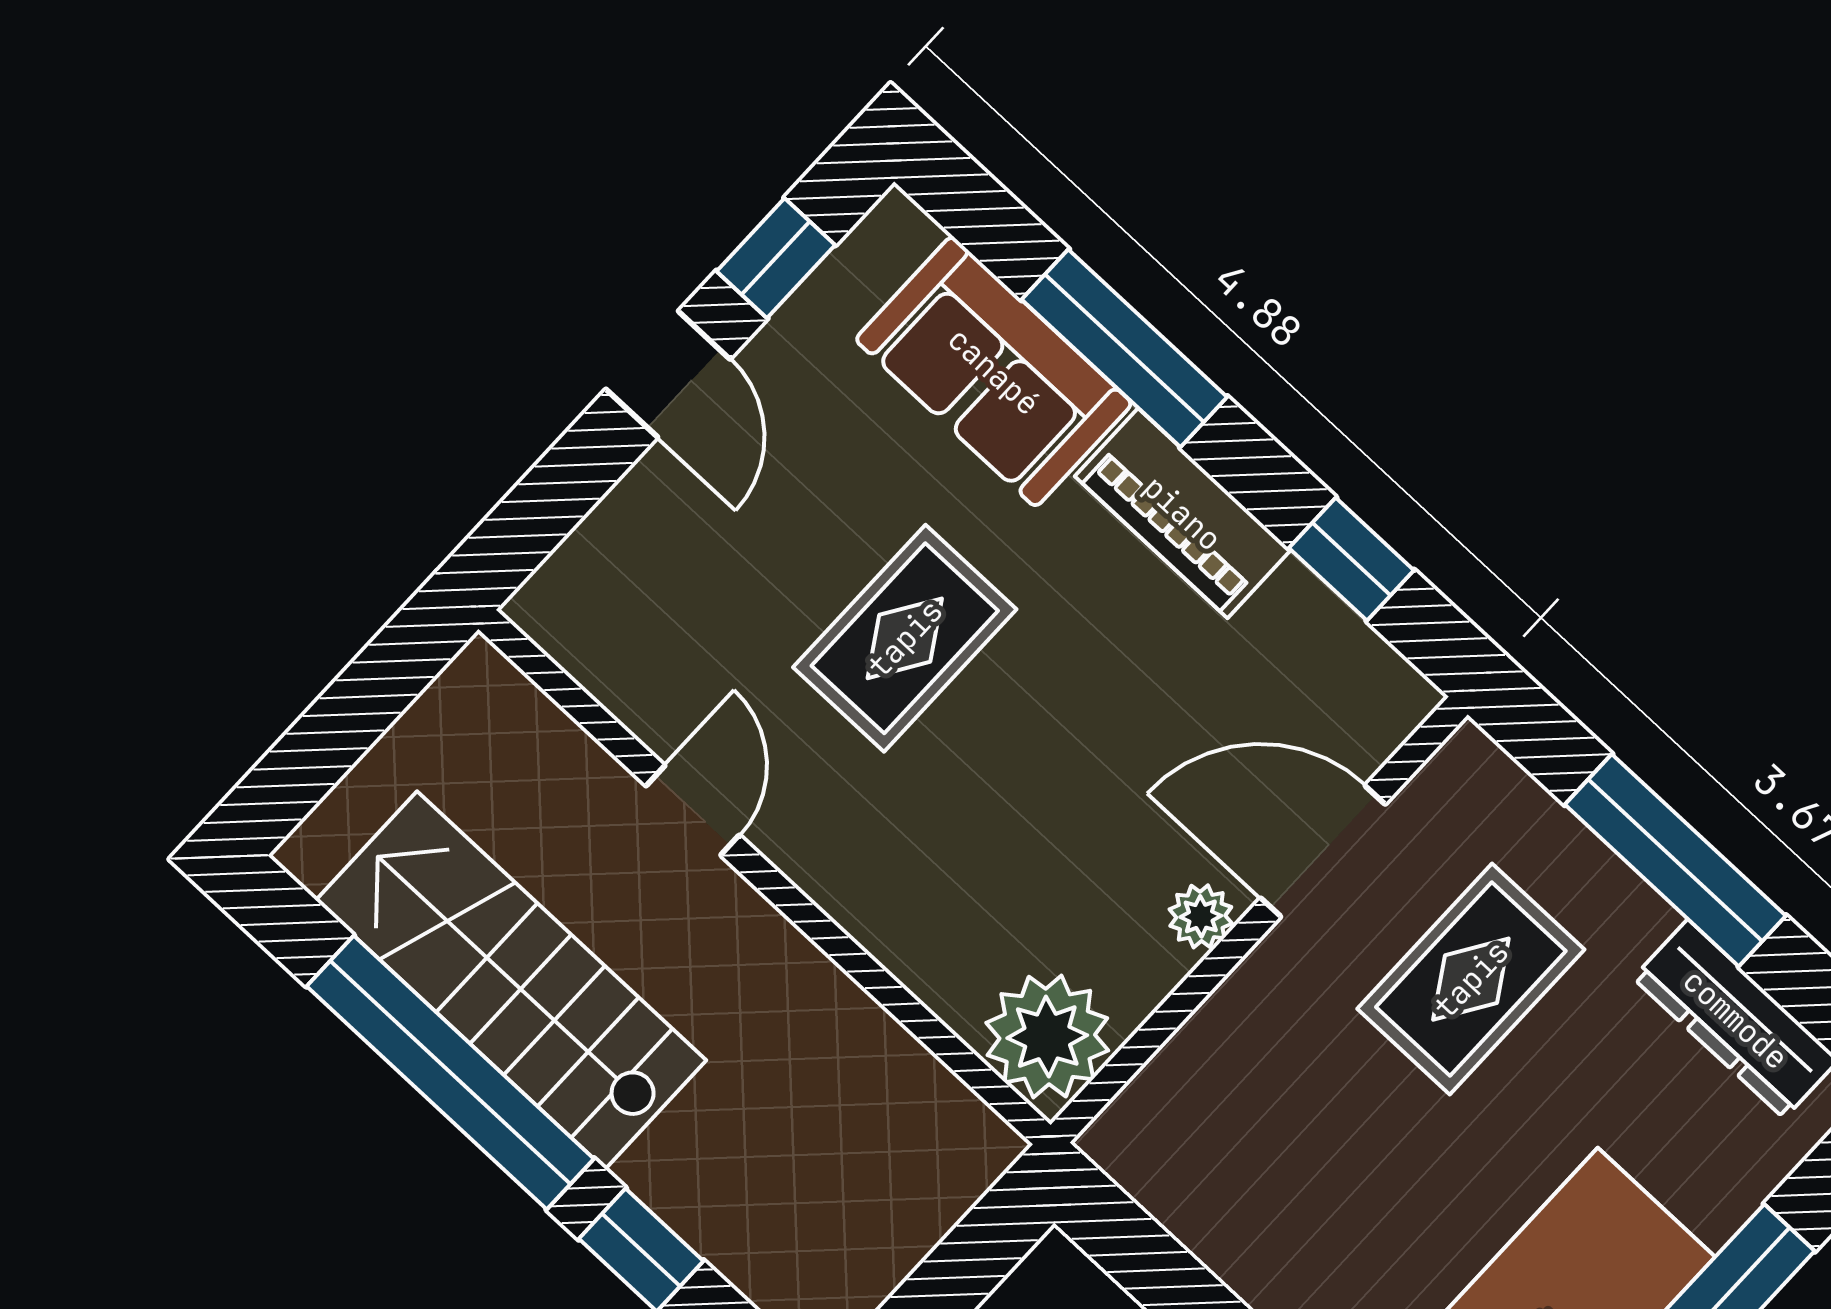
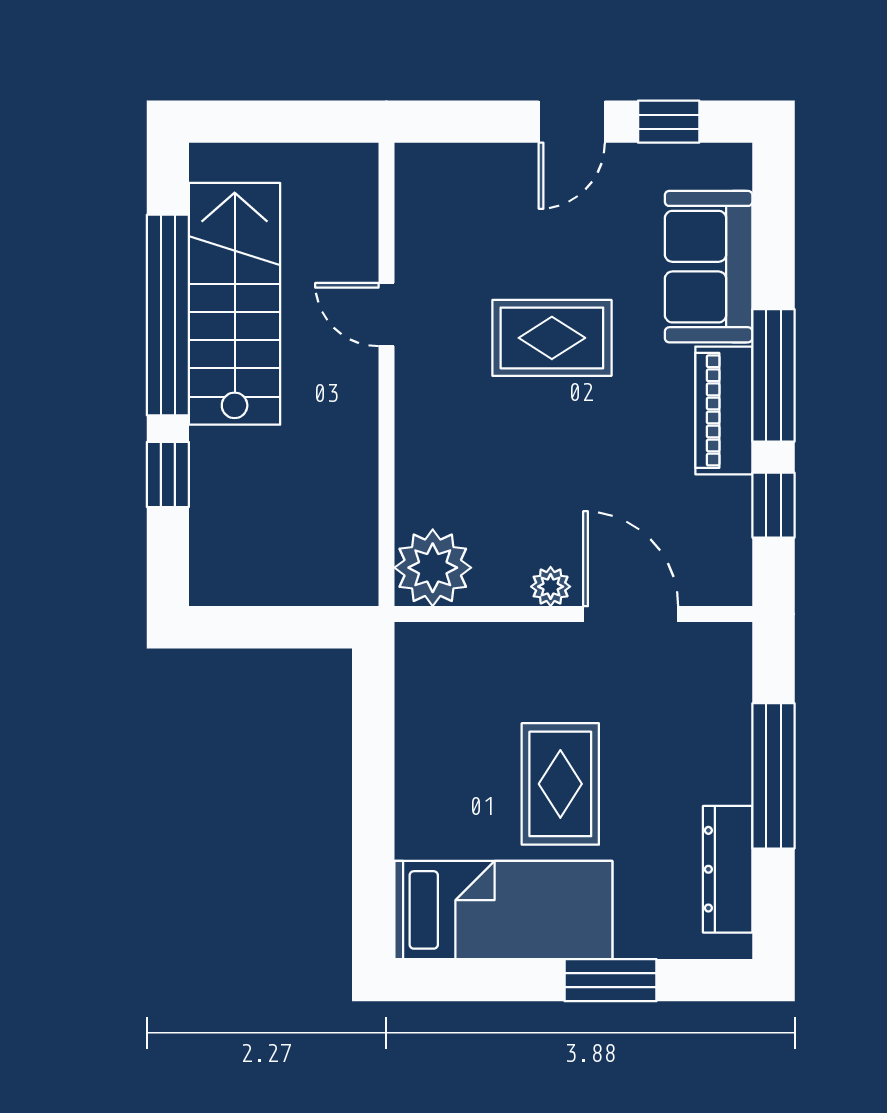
window: (1124, 348) -> (774, 375), moved
door: (693, 810) -> (386, 315), swing flipped
rug: (1471, 979) -> (560, 784), moved, turned 90

